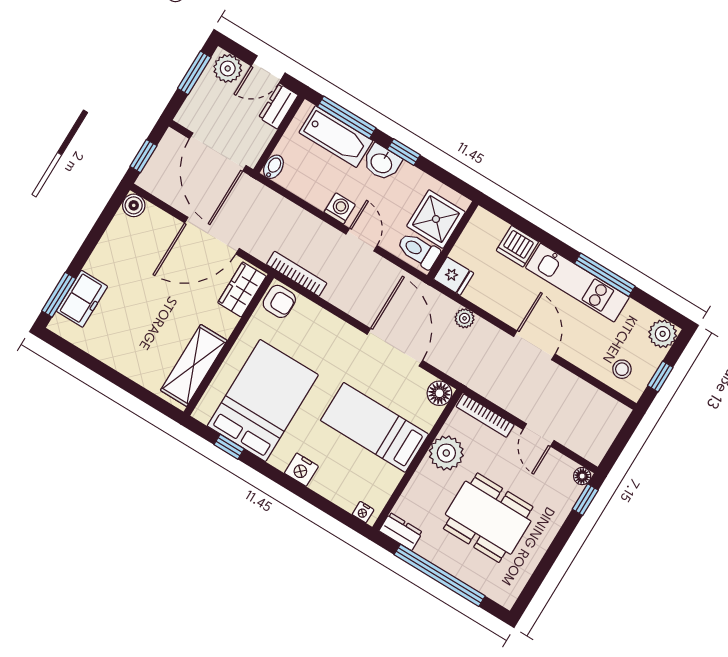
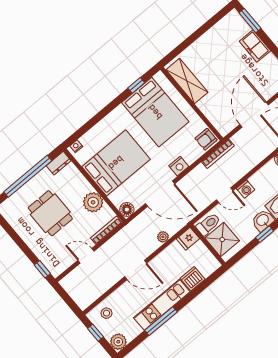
wardrobe: (242, 289) -> (219, 121), removed
freezer: (82, 299) -> (255, 46), moved
bed: (374, 427) -> (116, 163), width x1.50
nightstand: (301, 470) -> (179, 166), moved, turned 180
floor lamp: (582, 476) -> (56, 272), removed
dining table: (488, 518) -> (50, 213), width x0.73

